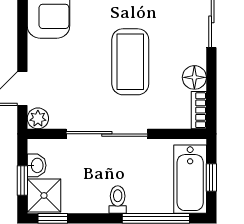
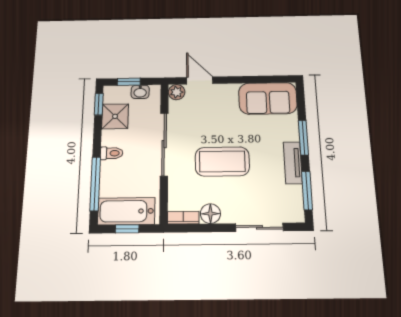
shower: (44, 195) -> (115, 116), moved

